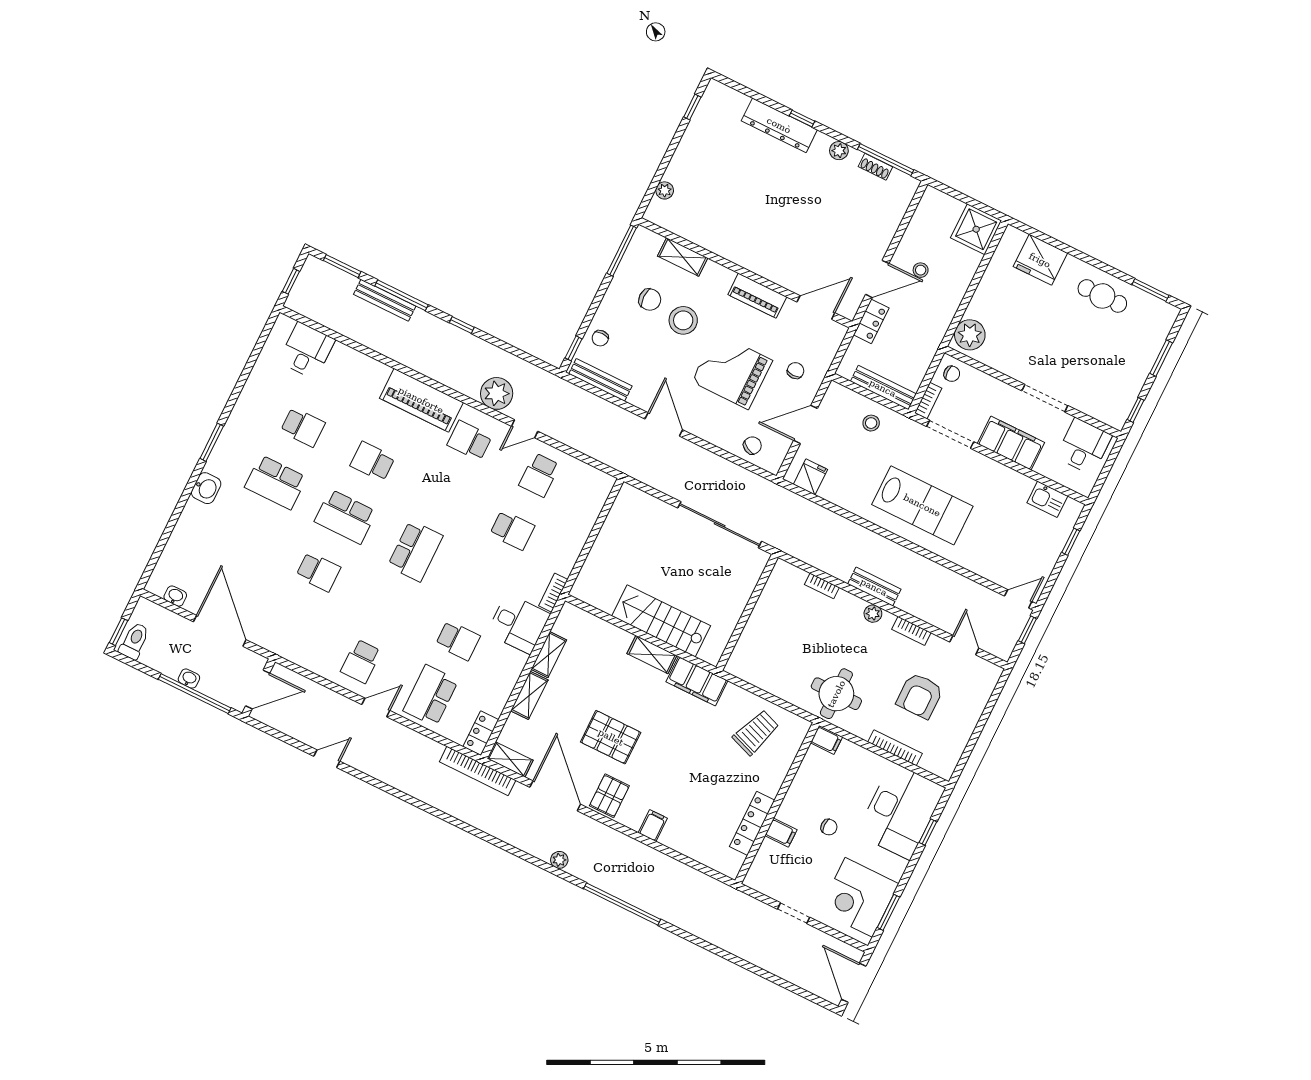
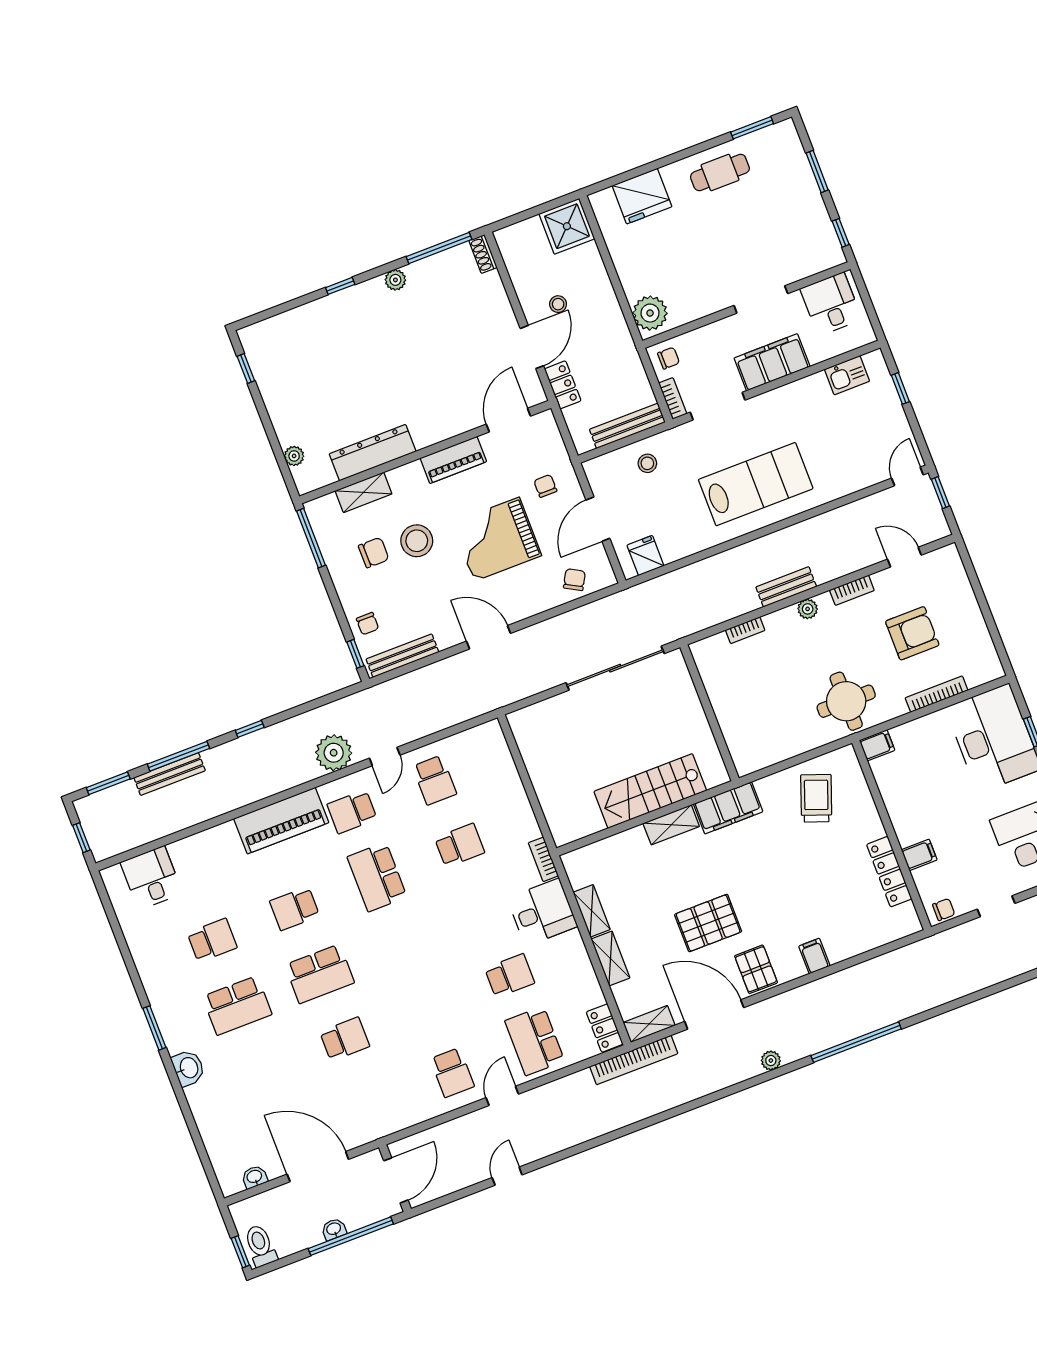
dresser: (779, 125) -> (373, 453), moved, turned 180
shoe rack: (875, 167) -> (483, 254), moved, turned 90
school desk: (415, 551) -> (377, 877), moved, turned 180
armchair: (920, 696) -> (912, 633), turned -90
chair: (829, 827) -> (944, 910), moved

